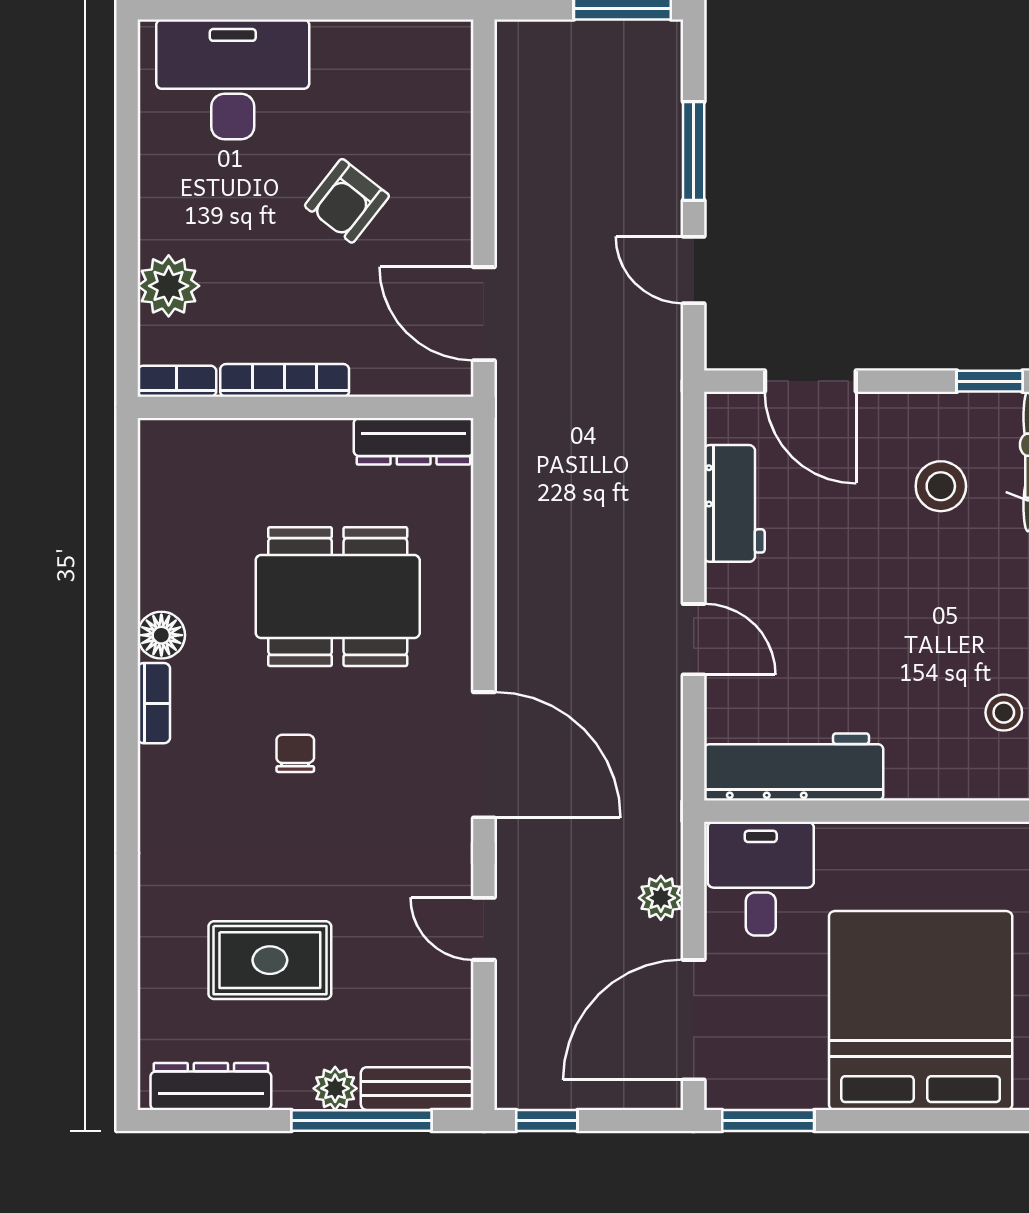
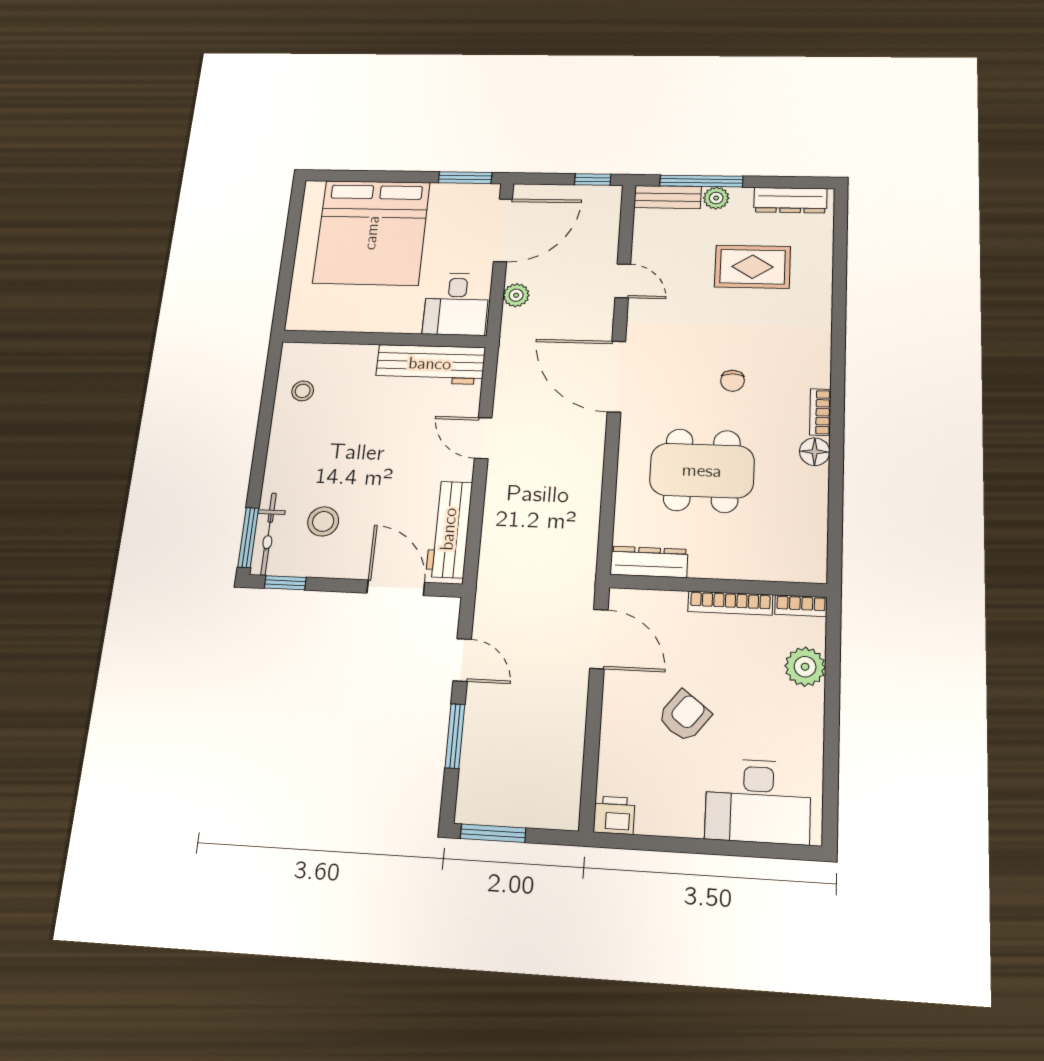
printer: (444, 46) -> (614, 815), added
workbench: (734, 503) -> (449, 529), width x1.38

